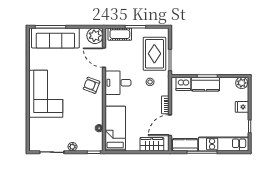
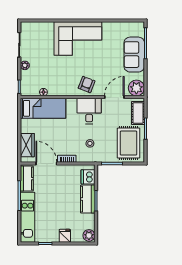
sofa: (55, 38) -> (134, 55), width x0.73
rug: (154, 54) -> (129, 143), moved, turned 90

